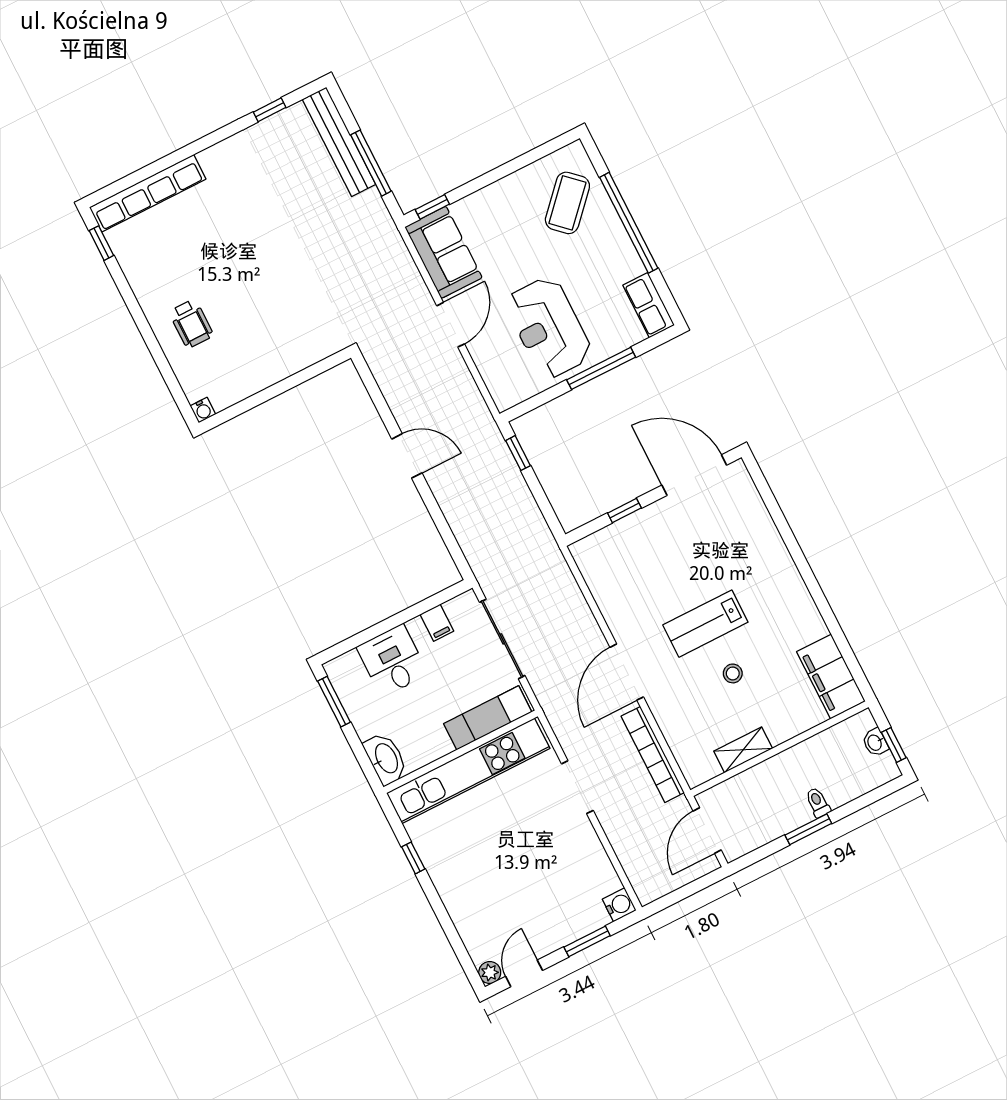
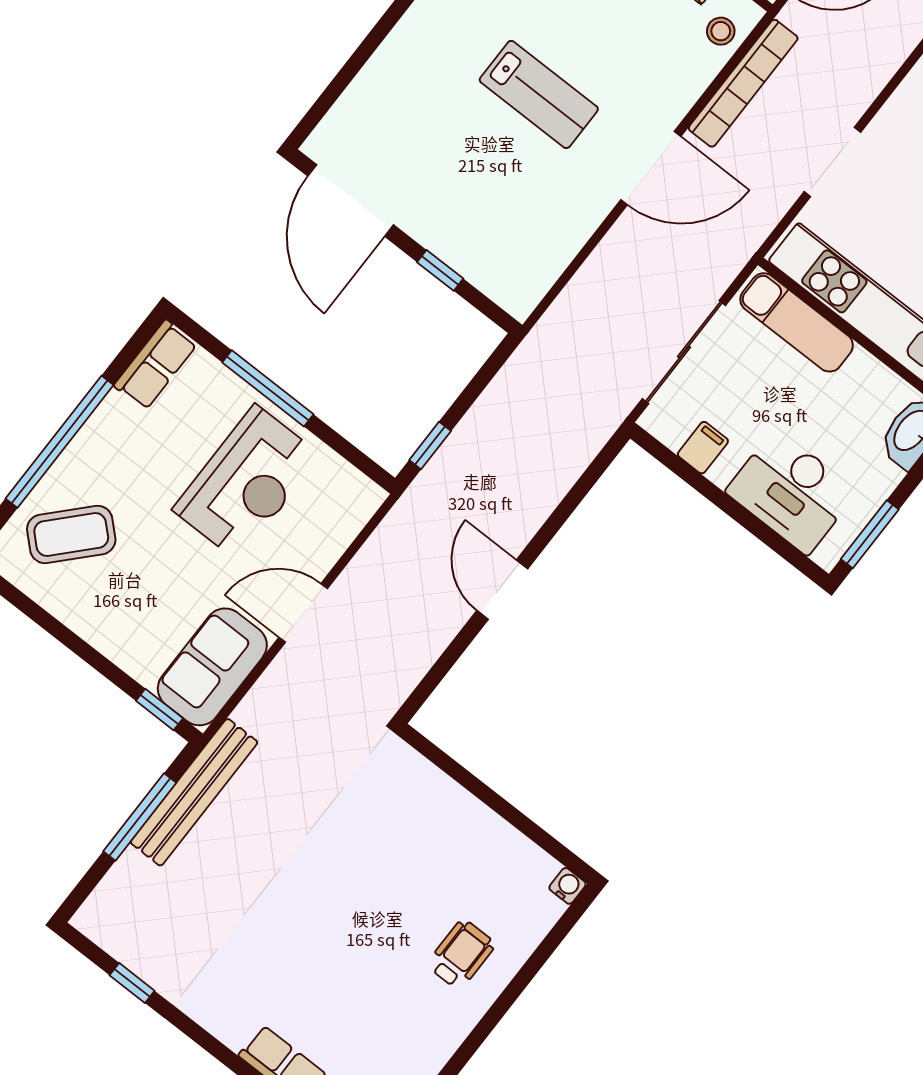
bench: (339, 142) -> (194, 792), moved
desk: (392, 661) -> (791, 492), width x1.37
stool: (733, 673) -> (721, 31), moved

